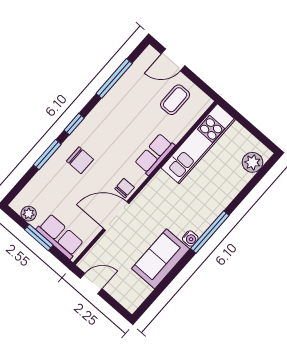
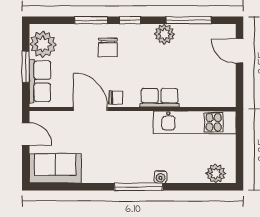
coffee table: (175, 100) -> (212, 78), removed
plant: (108, 107) -> (164, 34), added
plant: (29, 214) -> (43, 44), width x1.87, depth x1.87
water cooler: (190, 239) -> (160, 177), moved
sofa: (161, 259) -> (55, 168), moved

